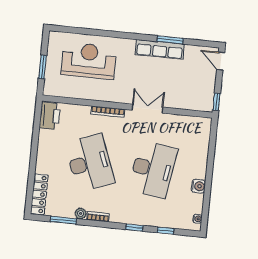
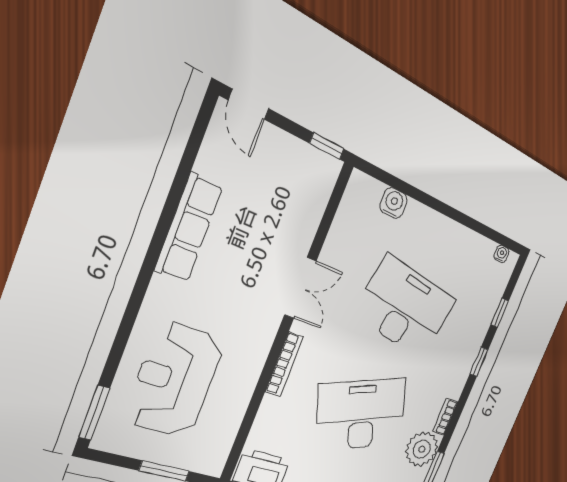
window: (170, 40) -> (94, 413), moved
door: (221, 61) -> (249, 104), hinge flipped
double door: (147, 109) -> (300, 288), swing flipped
water cooler: (198, 186) -> (394, 203), moved
plant: (81, 213) -> (422, 449), width x1.87, depth x1.87

